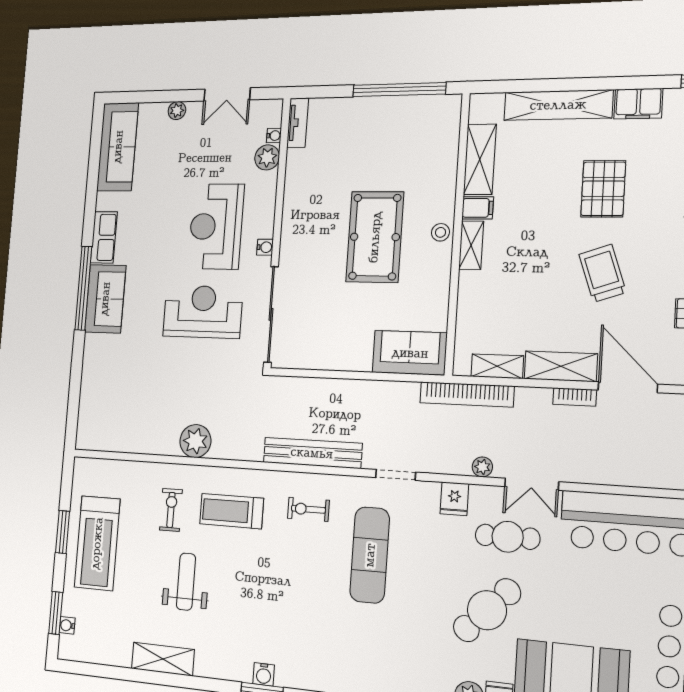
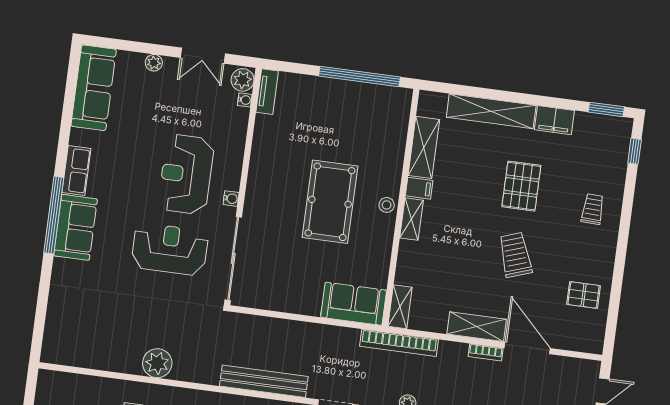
plant: (267, 157) -> (243, 80), moved
shelving: (497, 366) -> (400, 307), moved, turned 90

